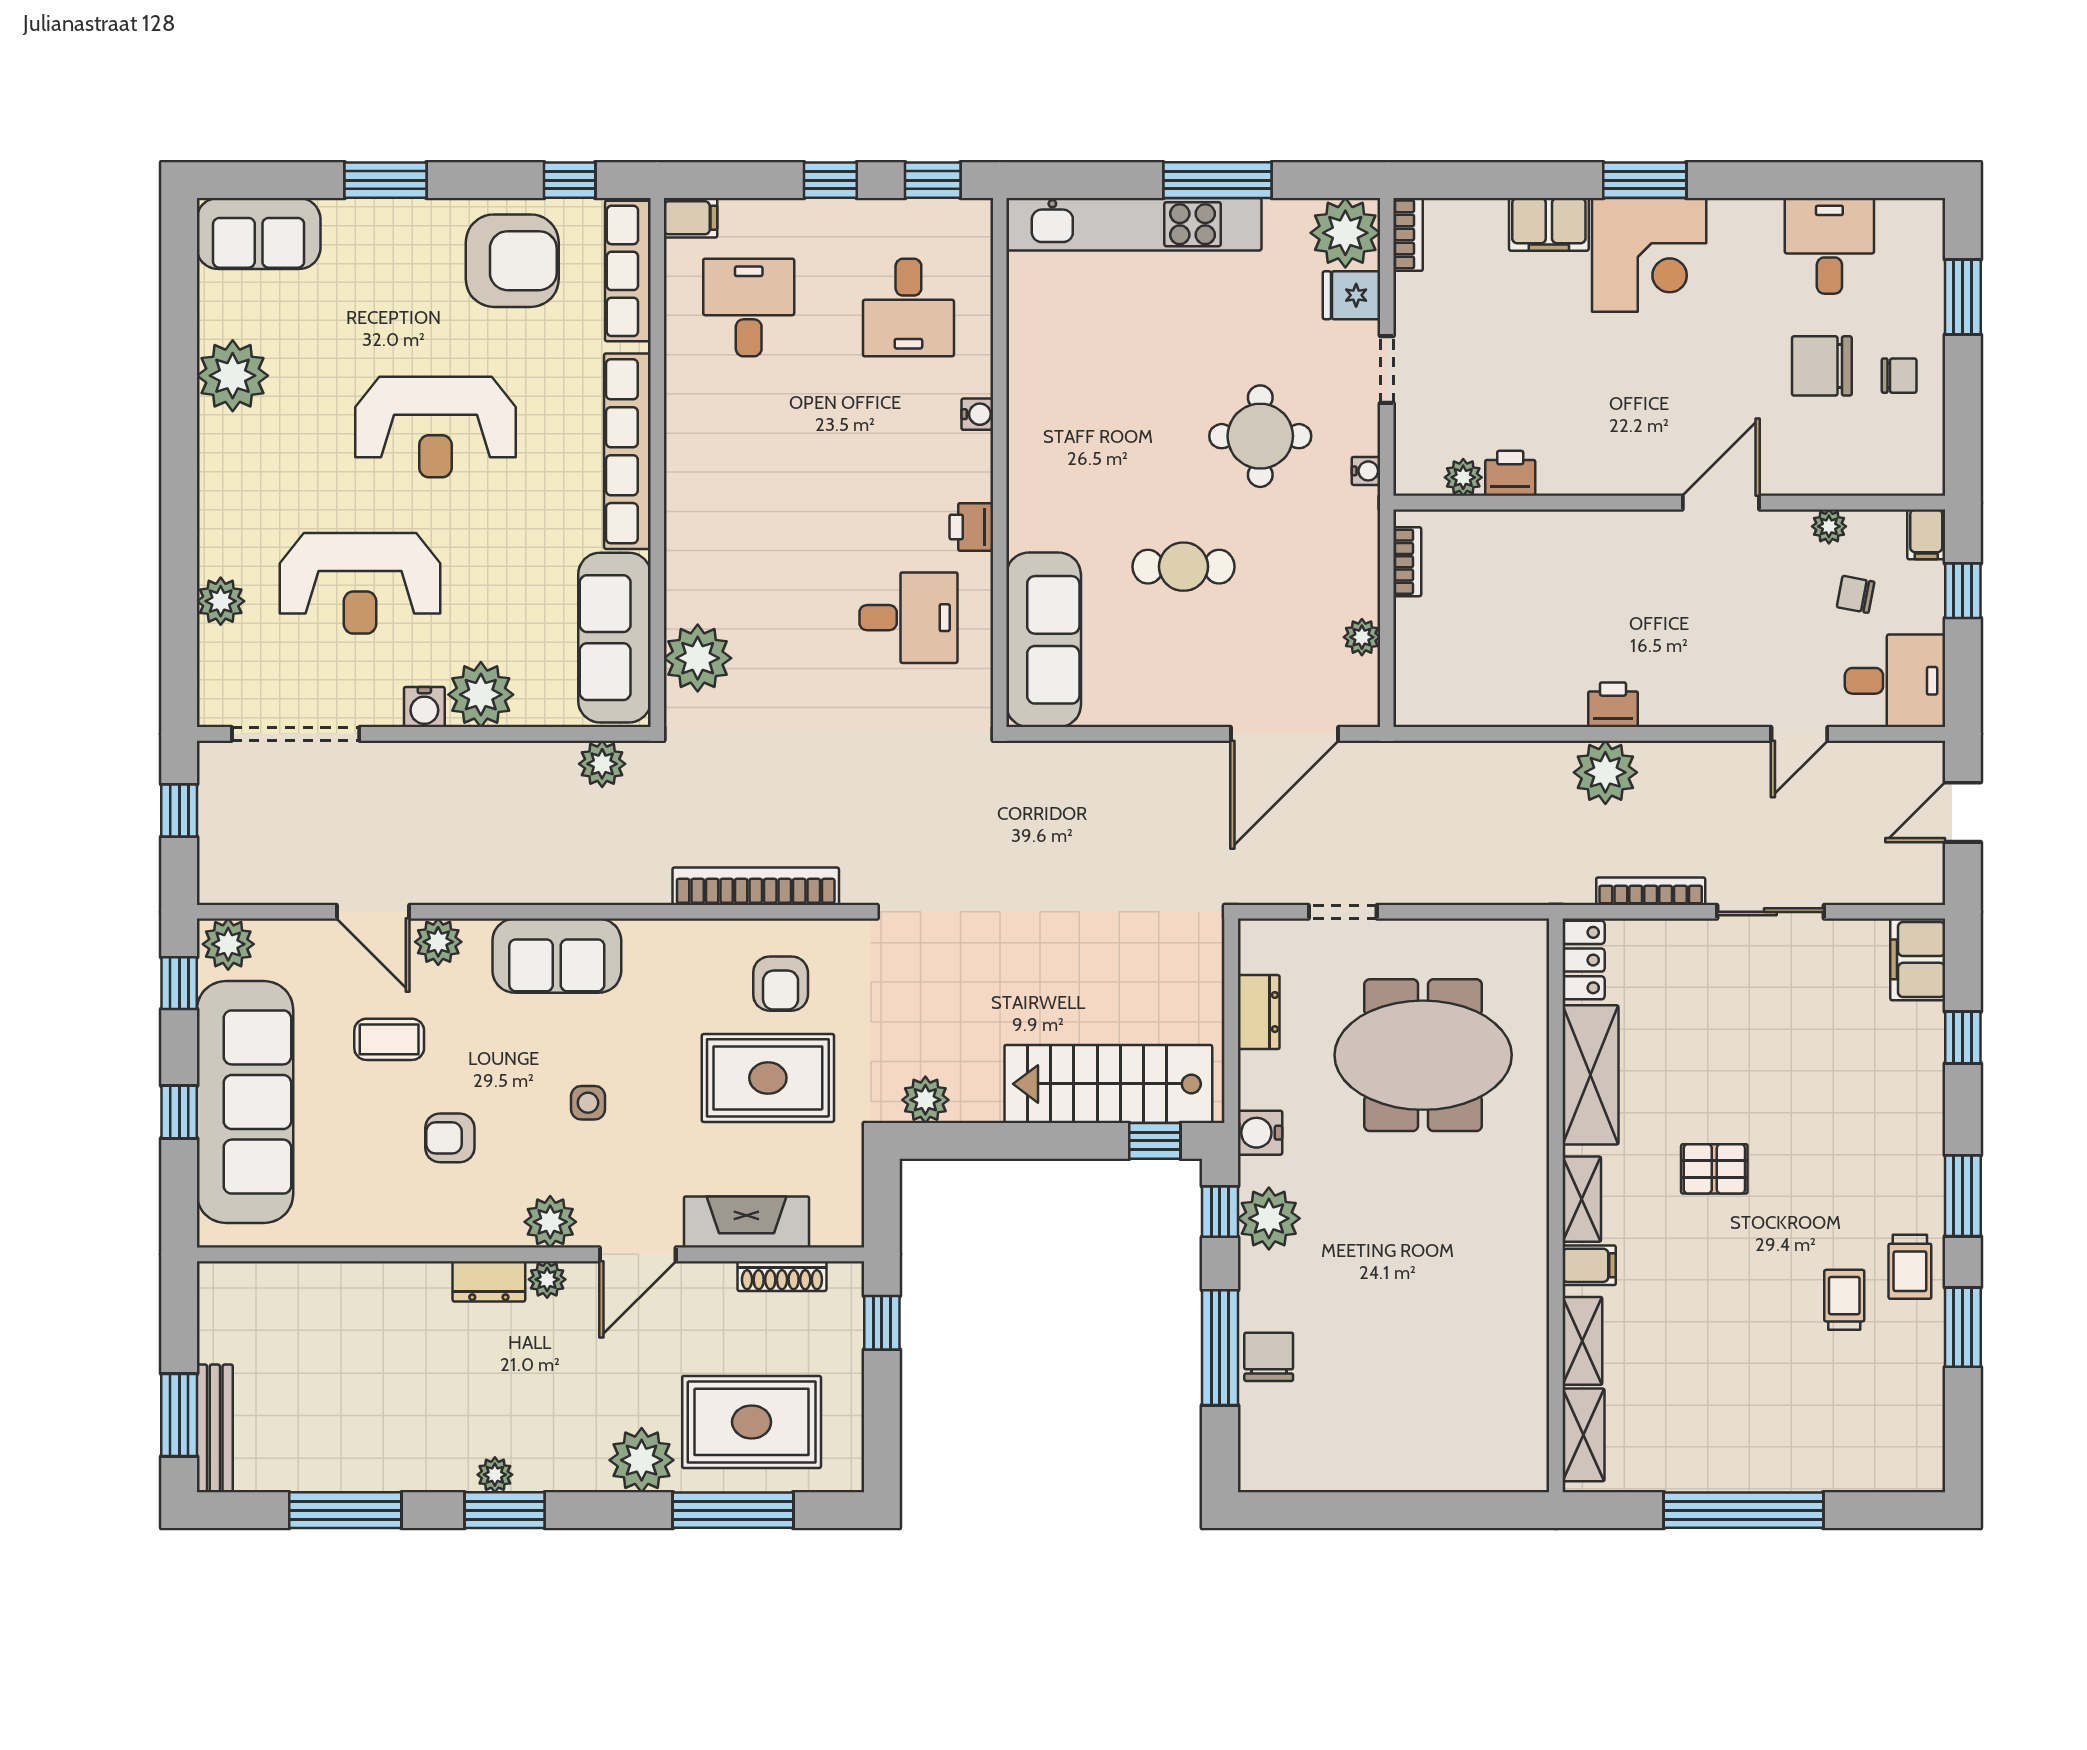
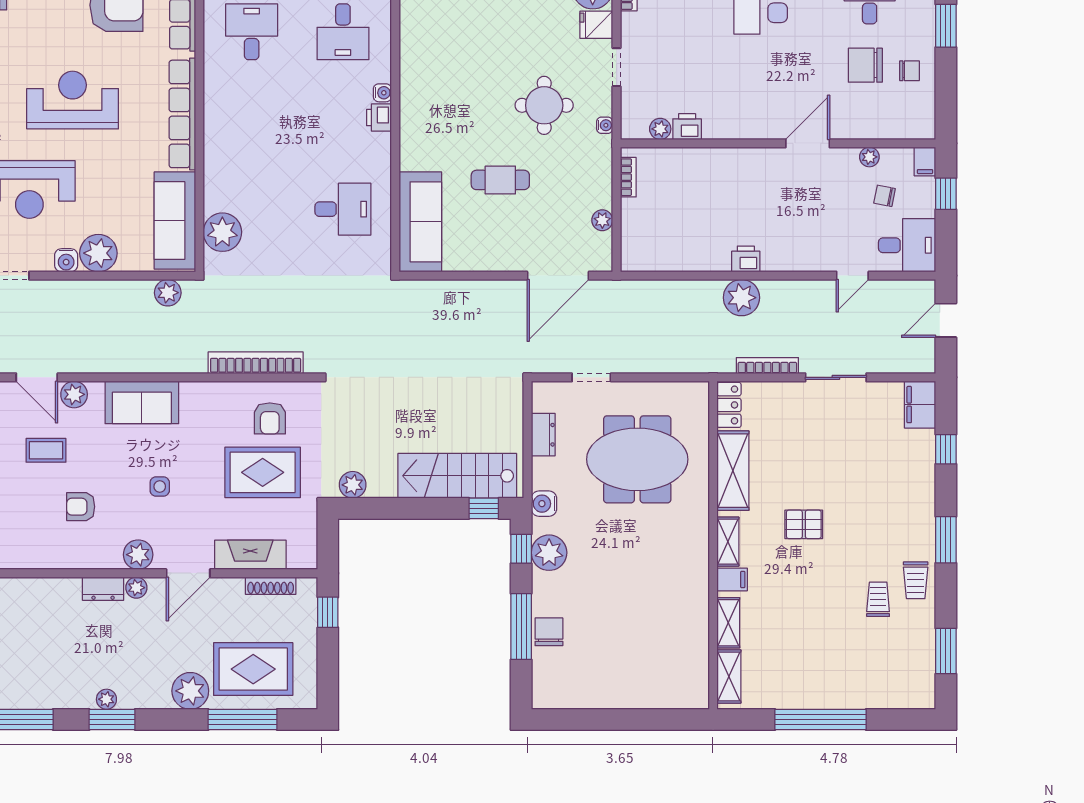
reception desk: (435, 427) -> (73, 100), turned 180
printer: (971, 527) -> (379, 117), moved
window: (1963, 1327) -> (946, 651), moved

